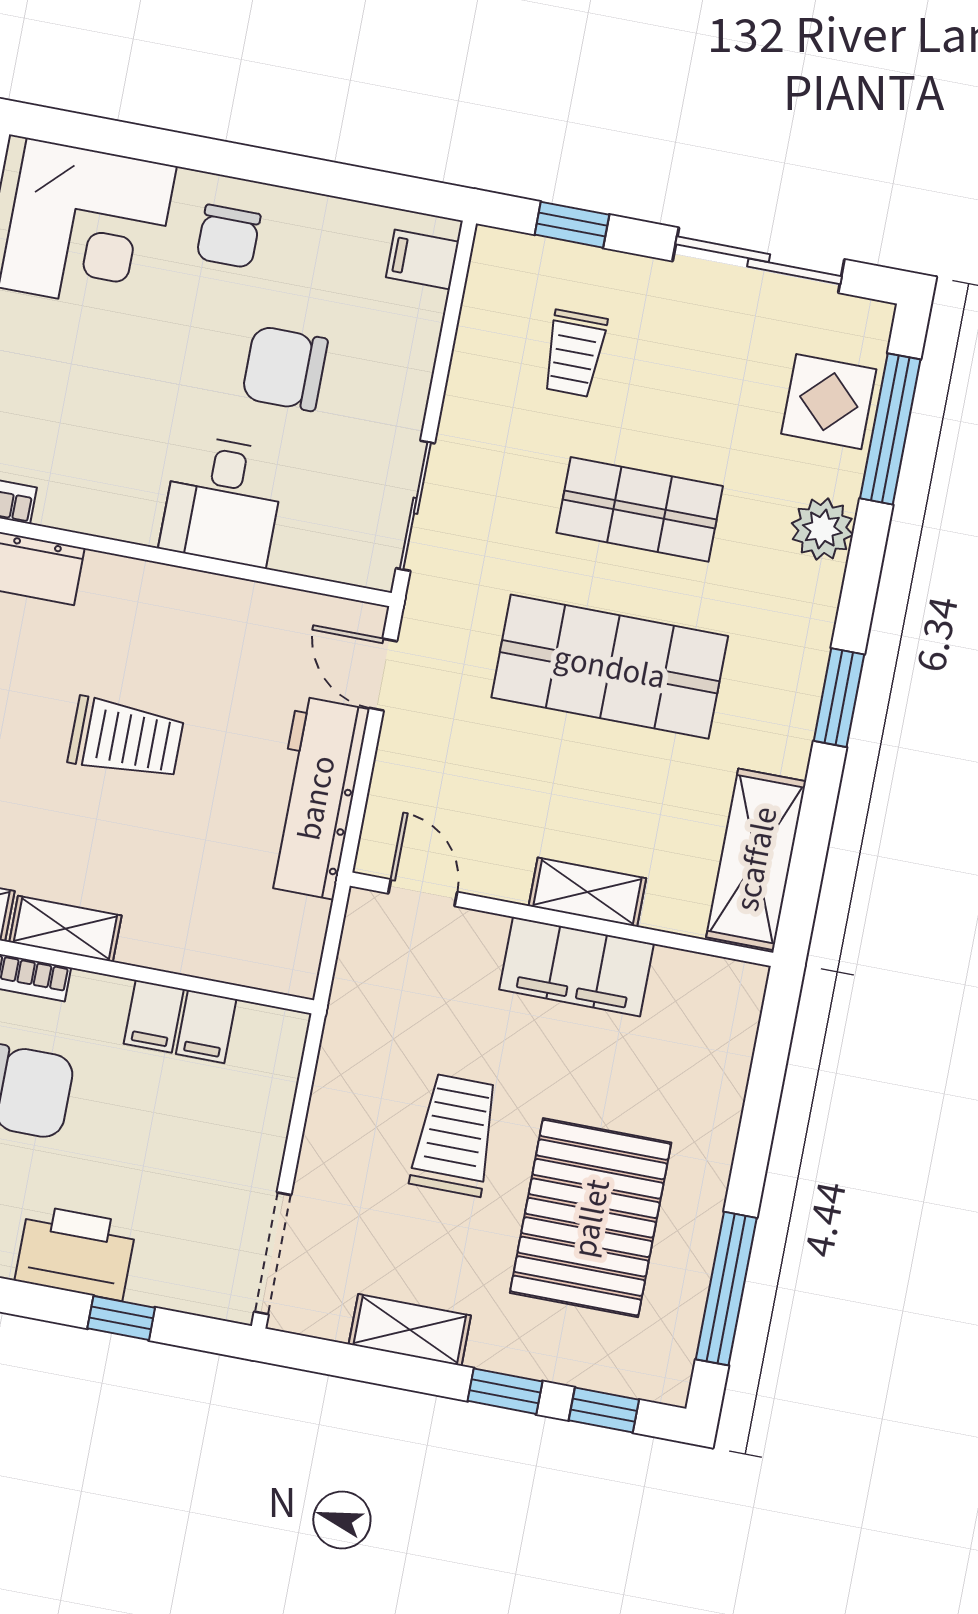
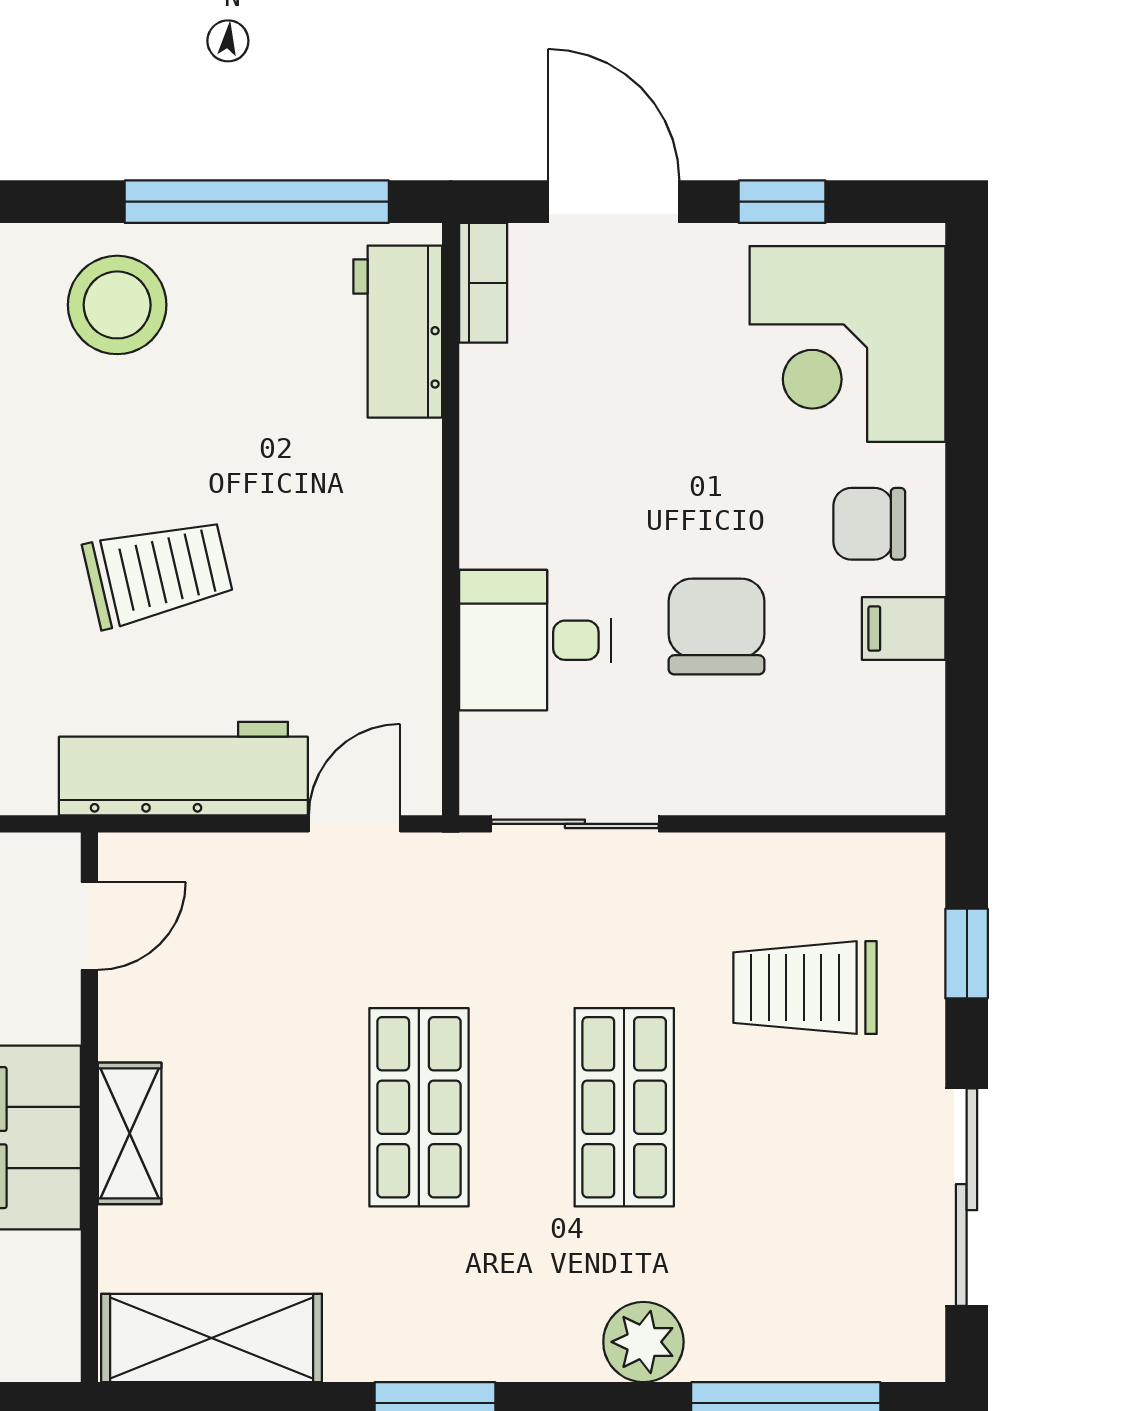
filing cabinet: (422, 259) -> (904, 629), moved, turned -90
trolley: (574, 353) -> (805, 988), width x1.36, depth x1.39
display table: (829, 402) -> (805, 1320), removed
desk: (223, 501) -> (535, 640), moved
shop shelf: (610, 667) -> (419, 1107), width x0.70, depth x0.74
trolley: (126, 739) -> (158, 572), moved, turned -103

